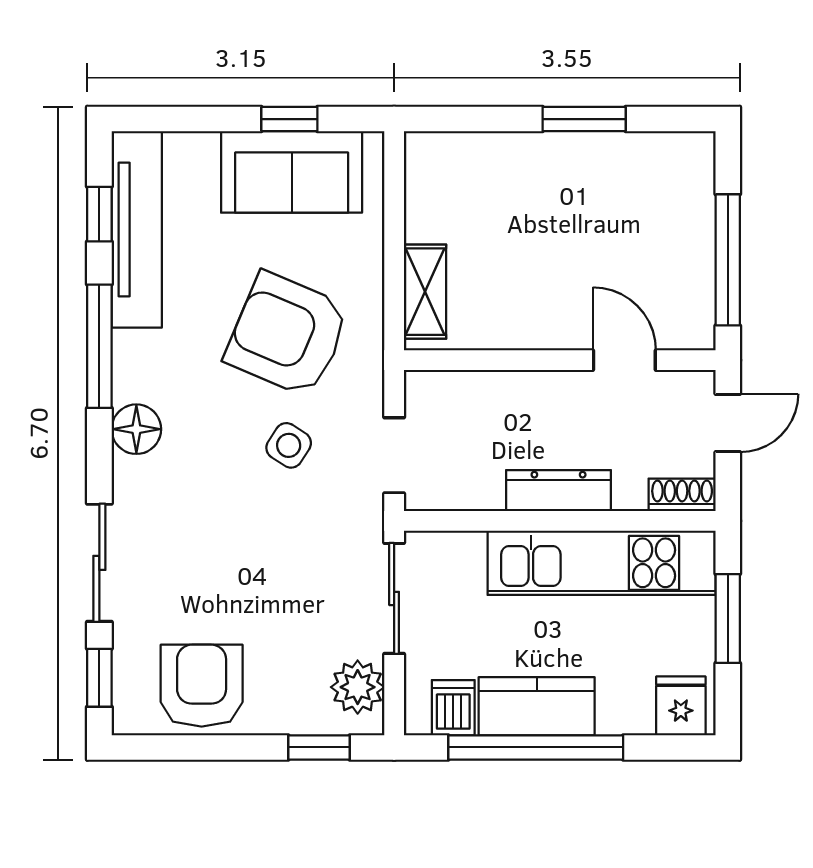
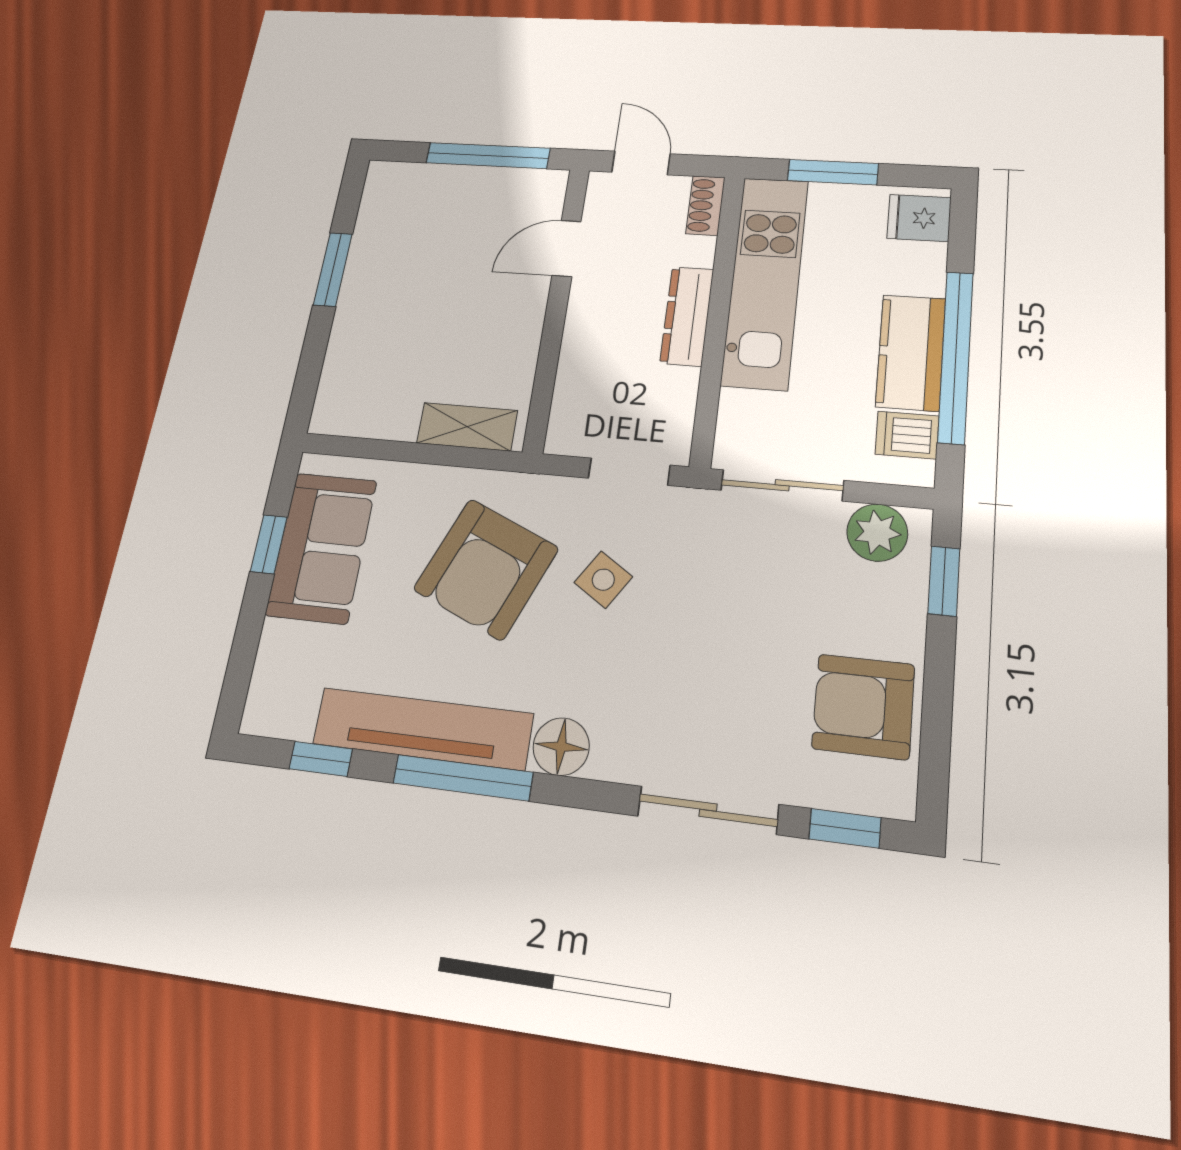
tv unit: (137, 229) -> (423, 729), moved

